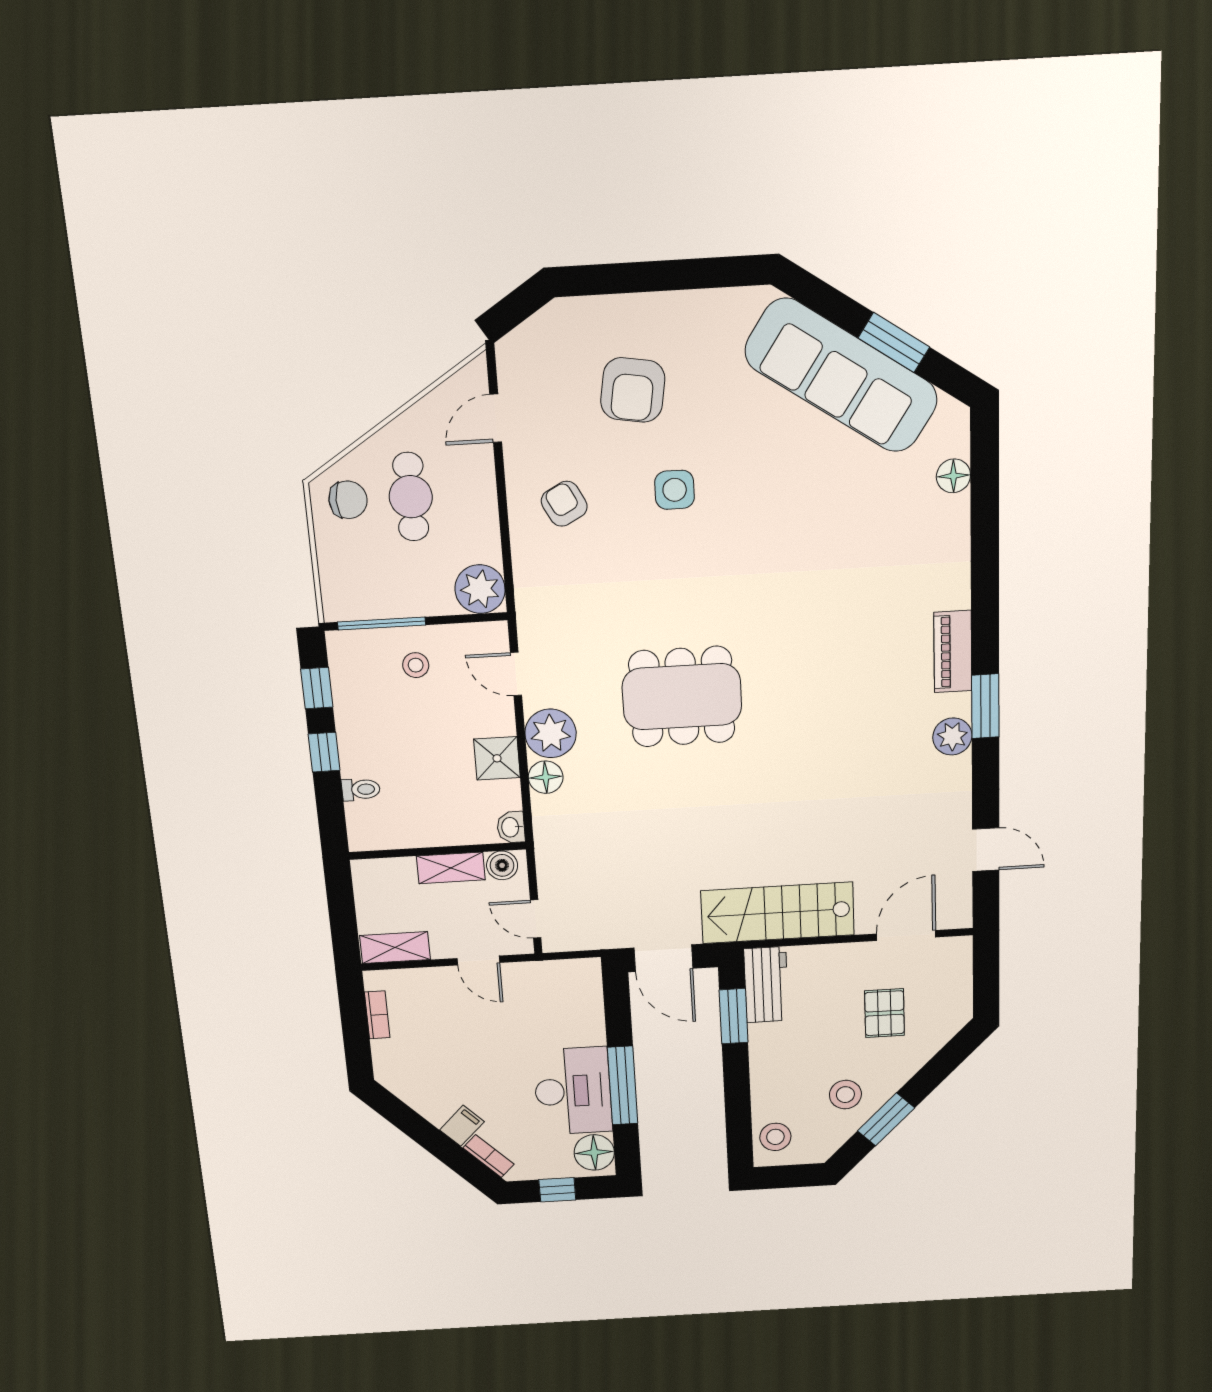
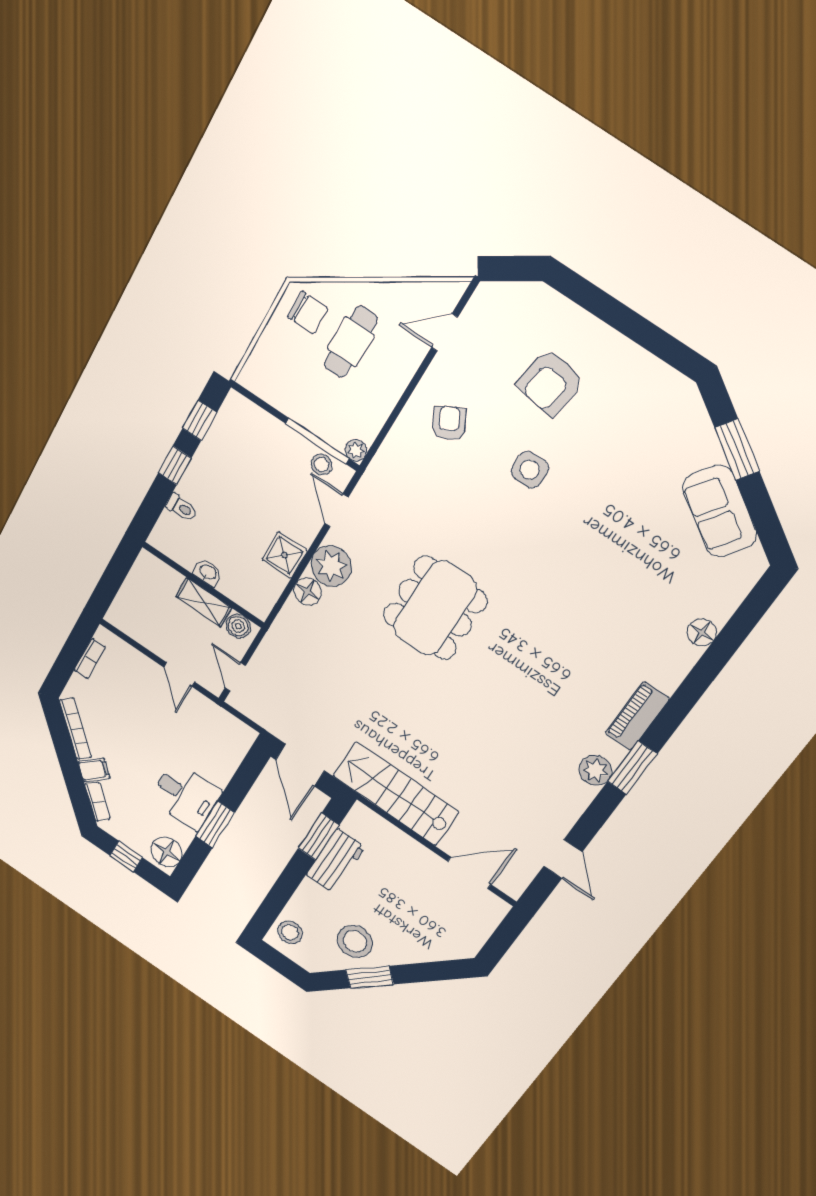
window: (894, 343) -> (737, 450), moved
sofa: (841, 376) -> (720, 511), width x0.54, depth x0.79
floor lamp: (953, 476) -> (702, 632), moved
plant: (480, 589) -> (356, 450), width x0.53, depth x0.53
window: (382, 623) -> (317, 441), moved
stool: (416, 665) -> (322, 465), moved
dining table: (682, 697) -> (435, 608), turned 90
washbasin: (511, 827) -> (208, 572), moved, turned 90
shelving: (395, 948) -> (132, 625), removed
workbench: (766, 985) -> (336, 861), moved
pallet: (884, 1013) -> (418, 910), removed
window: (623, 1086) -> (215, 824), width x0.69
desk: (573, 1091) -> (185, 795), width x0.73
stool: (845, 1095) -> (355, 941), width x1.38, depth x1.38
bookcase: (413, 1098) -> (75, 729), added

